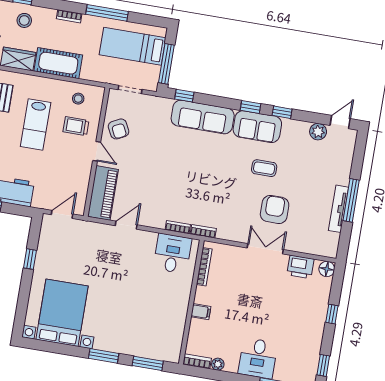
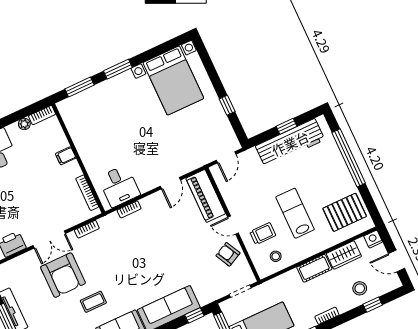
cot: (58, 63) -> (314, 268), width x0.73, depth x0.75
armchair: (275, 209) -> (63, 275), width x1.36, depth x1.36
bookcase: (203, 231) -> (87, 229), moved

